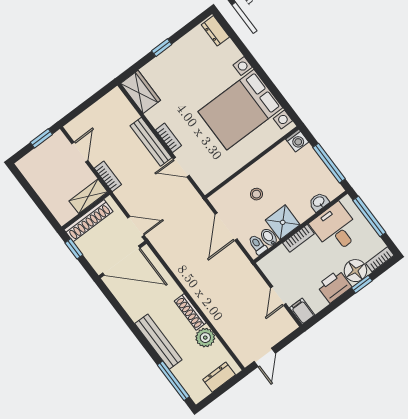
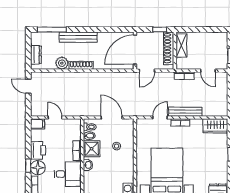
shelving: (88, 196) -> (181, 46), moved
washbasin: (319, 202) -> (88, 165), moved

